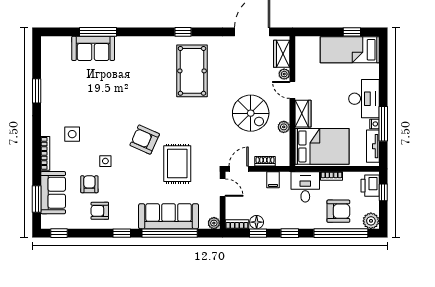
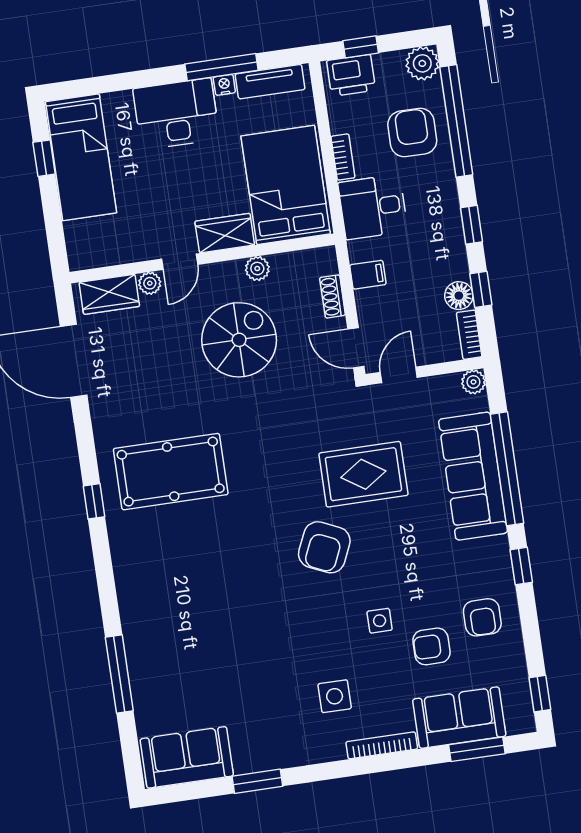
sofa: (93, 48) -> (187, 757), moved, turned -90

